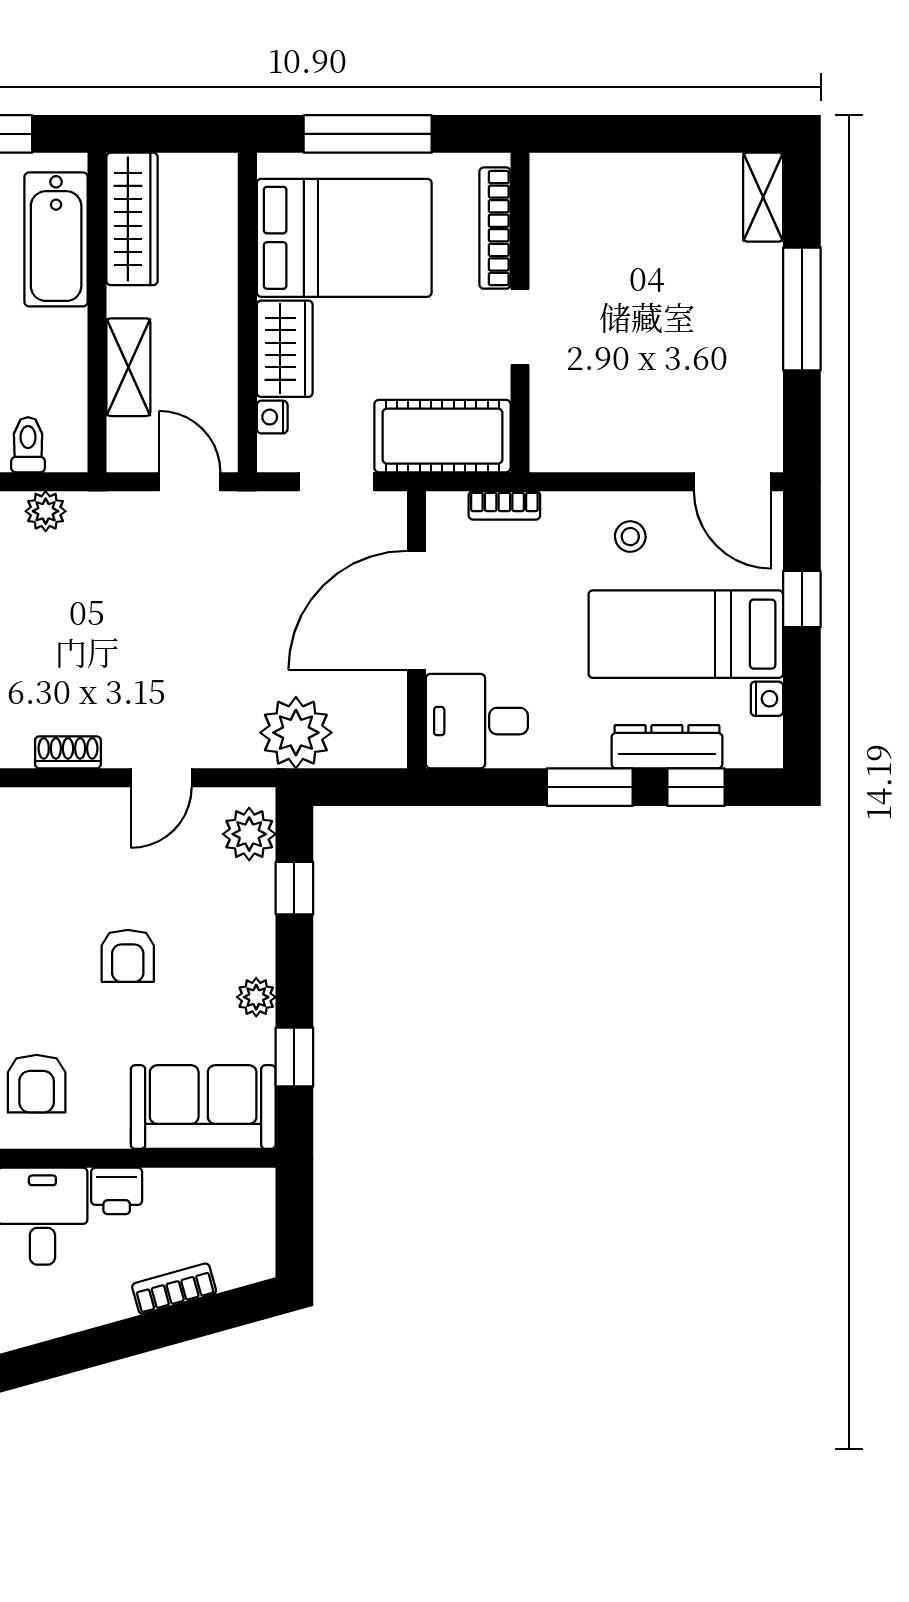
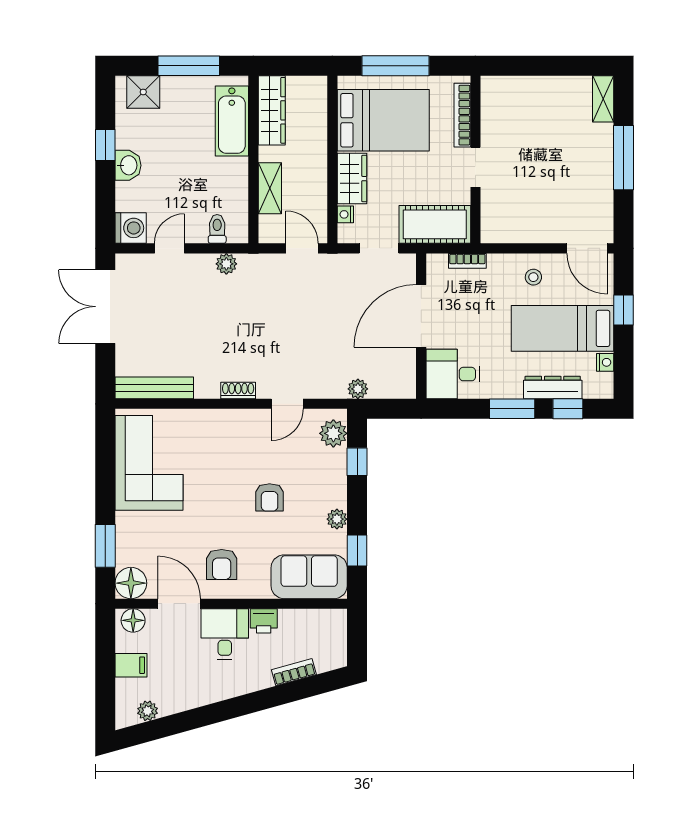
plant: (296, 733) -> (358, 389), width x0.53, depth x0.53

